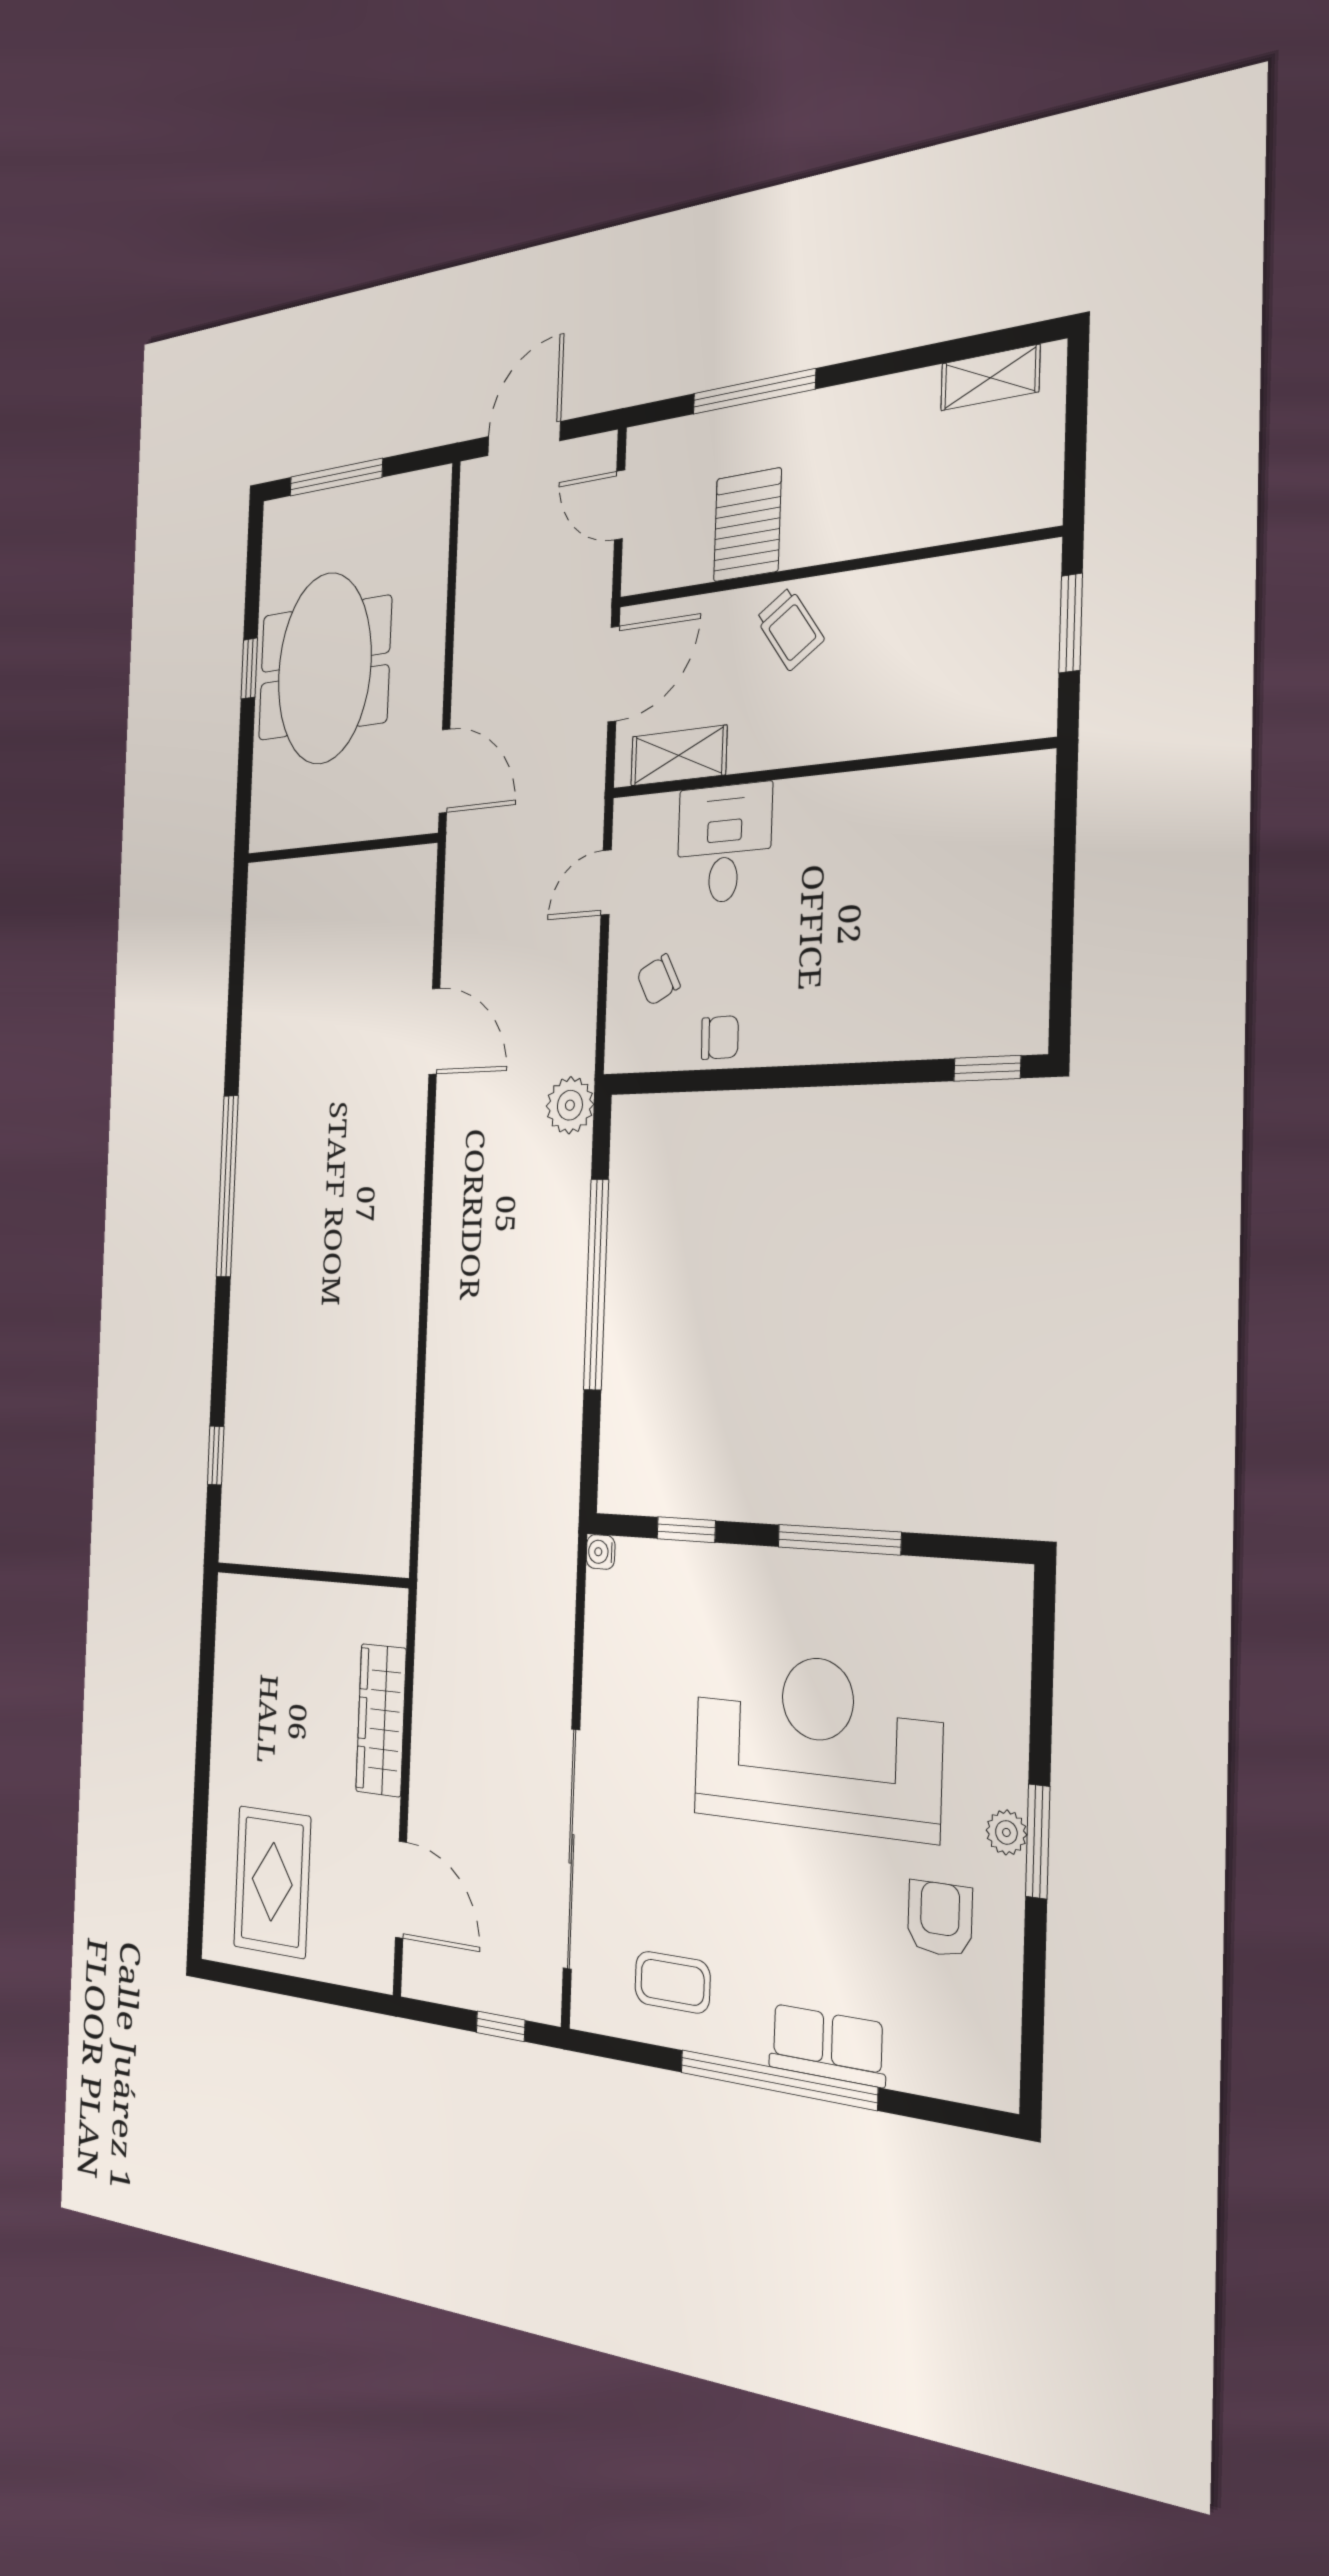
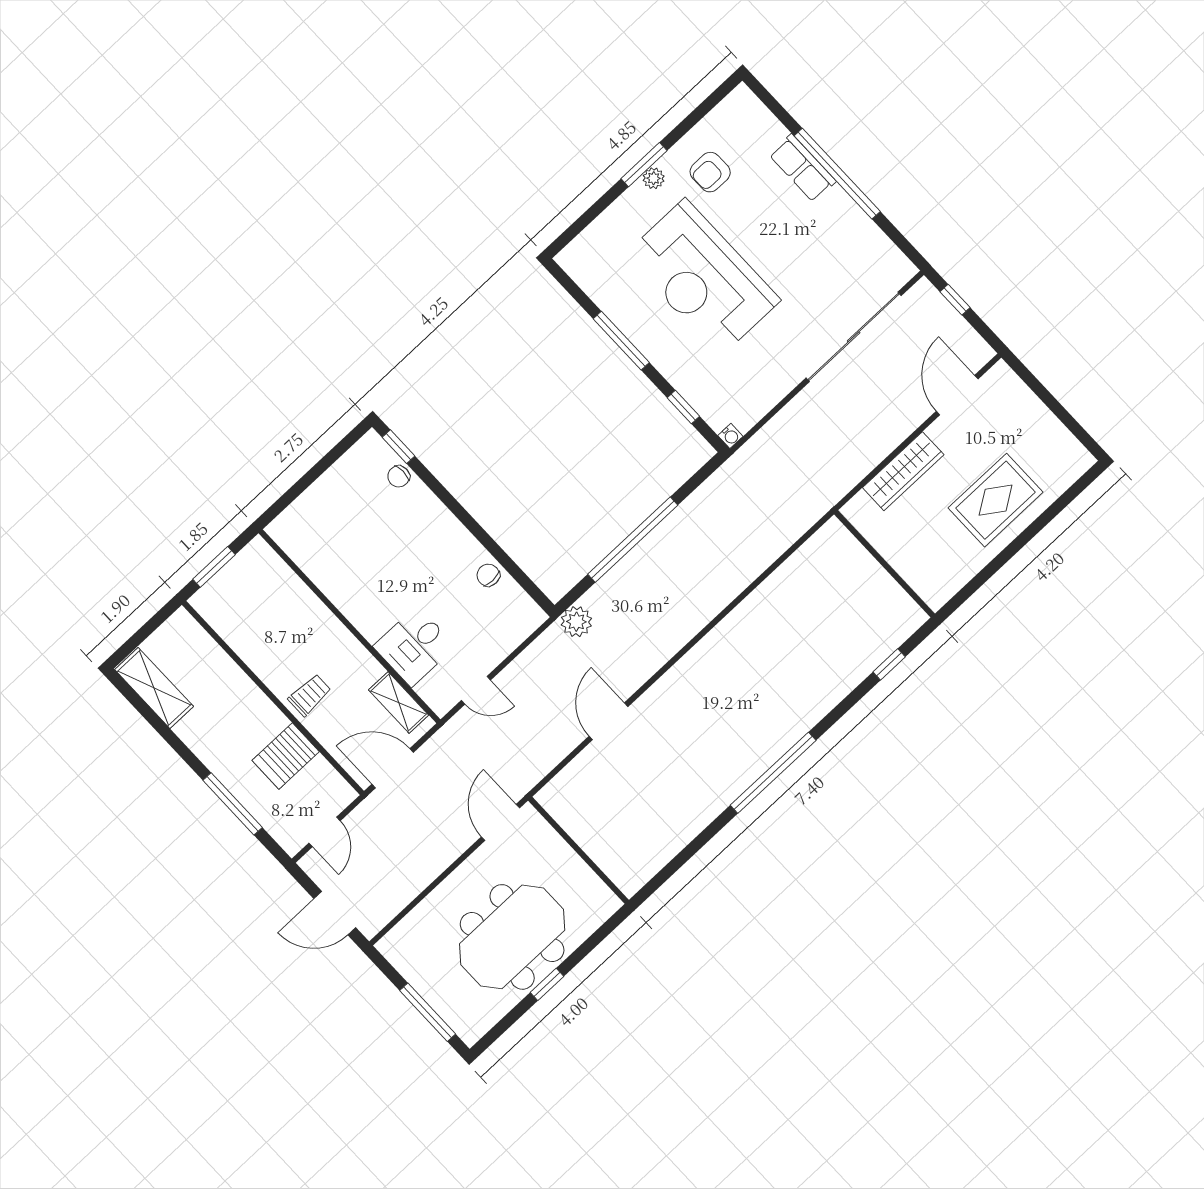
shelving: (990, 378) -> (154, 688), width x1.50, depth x1.33
trolley: (790, 629) -> (310, 695), turned 35
chair: (658, 980) -> (399, 476), moved, turned 117
rug: (272, 1882) -> (996, 500), moved
coffee table: (672, 1982) -> (853, 247), removed

